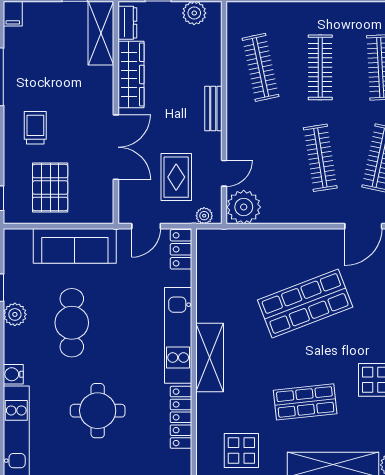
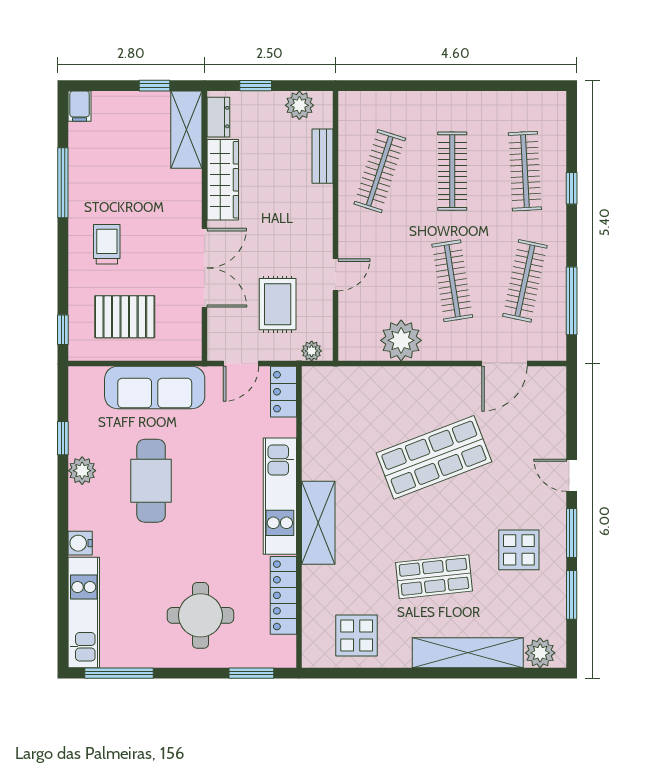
clothes rail: (260, 67) -> (380, 171), turned 30
bench: (213, 109) -> (323, 156), moved
door: (224, 173) -> (336, 275), moved
pallet: (50, 188) -> (125, 317), turned 90
plant: (244, 207) -> (401, 340), moved
round table: (98, 411) -> (200, 615), moved

